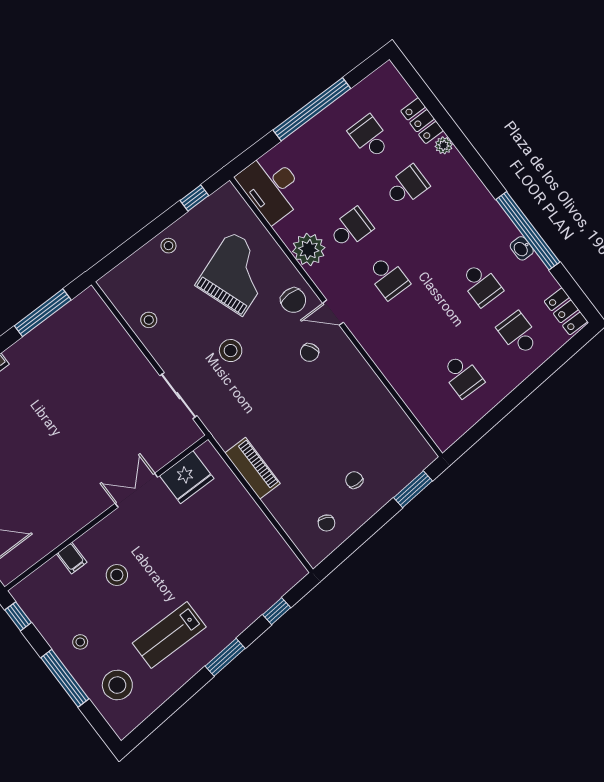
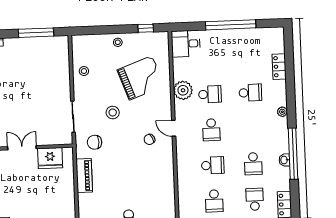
school desk: (370, 137) -> (213, 165), moved, turned 90
plant: (444, 145) -> (282, 112), moved
desk: (272, 187) -> (186, 44), width x0.73
chair: (293, 300) -> (95, 142), moved, turned 90

